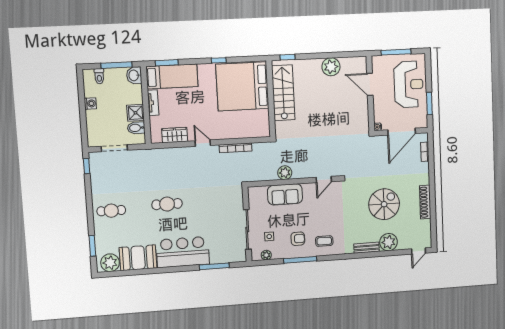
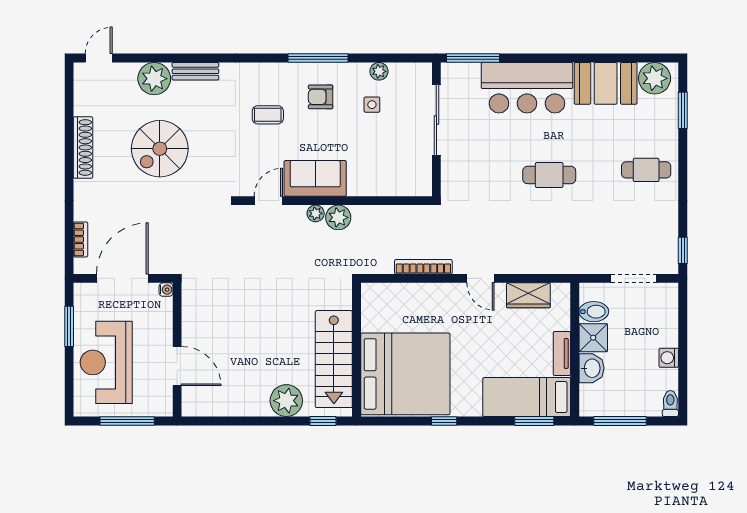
plant: (331, 67) -> (286, 401), moved
washbasin: (134, 75) -> (591, 368), moved
toilet: (99, 76) -> (670, 404), moved
plant: (297, 174) -> (316, 213), added
sofa: (285, 194) -> (315, 178), moved
wall: (247, 224) -> (436, 129), moved
sliding door: (247, 229) -> (436, 120), moved
coffee table: (324, 241) -> (268, 115), moved

